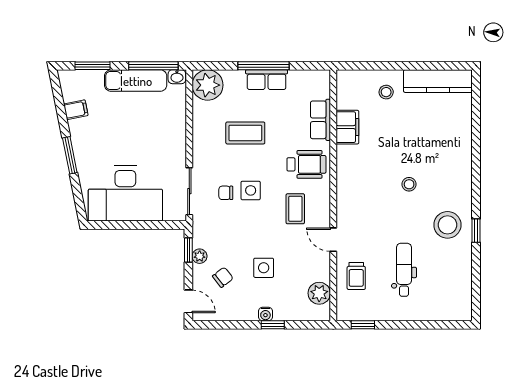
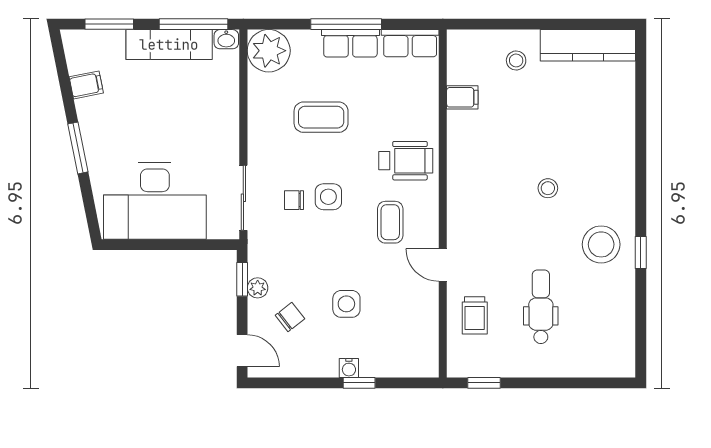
row of seats: (320, 120) -> (410, 43), moved, turned -90
filing cabinet: (347, 127) -> (462, 97), width x0.50
plant: (319, 293) -> (423, 339), removed

